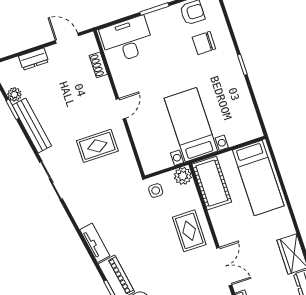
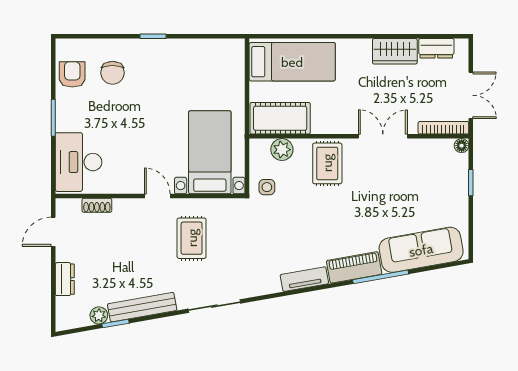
bed with nightstands: (191, 125) -> (210, 152), moved, turned 90
plant: (183, 176) -> (282, 150), moved
rug: (189, 231) -> (327, 163), turned 90

